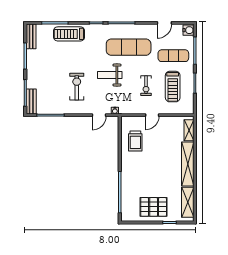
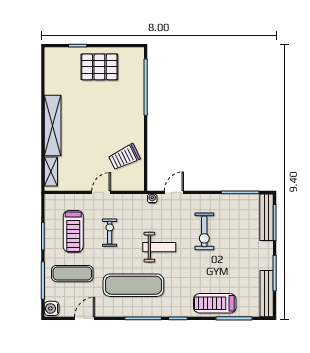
treadmill: (69, 34) -> (215, 303), turned 180
bench: (31, 36) -> (267, 294), width x1.36
treadmill: (173, 87) -> (73, 231), turned 180
bench: (31, 101) -> (267, 217), width x1.36
trolley: (135, 141) -> (124, 157), turned -116
shelving: (188, 202) -> (53, 73), removed

